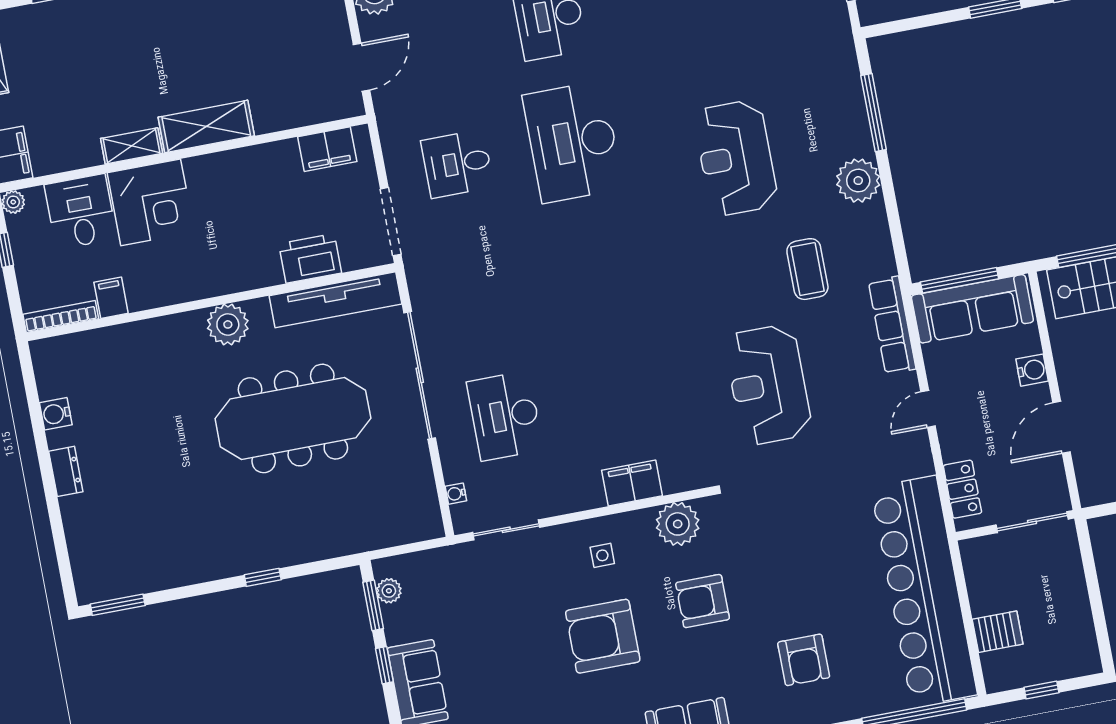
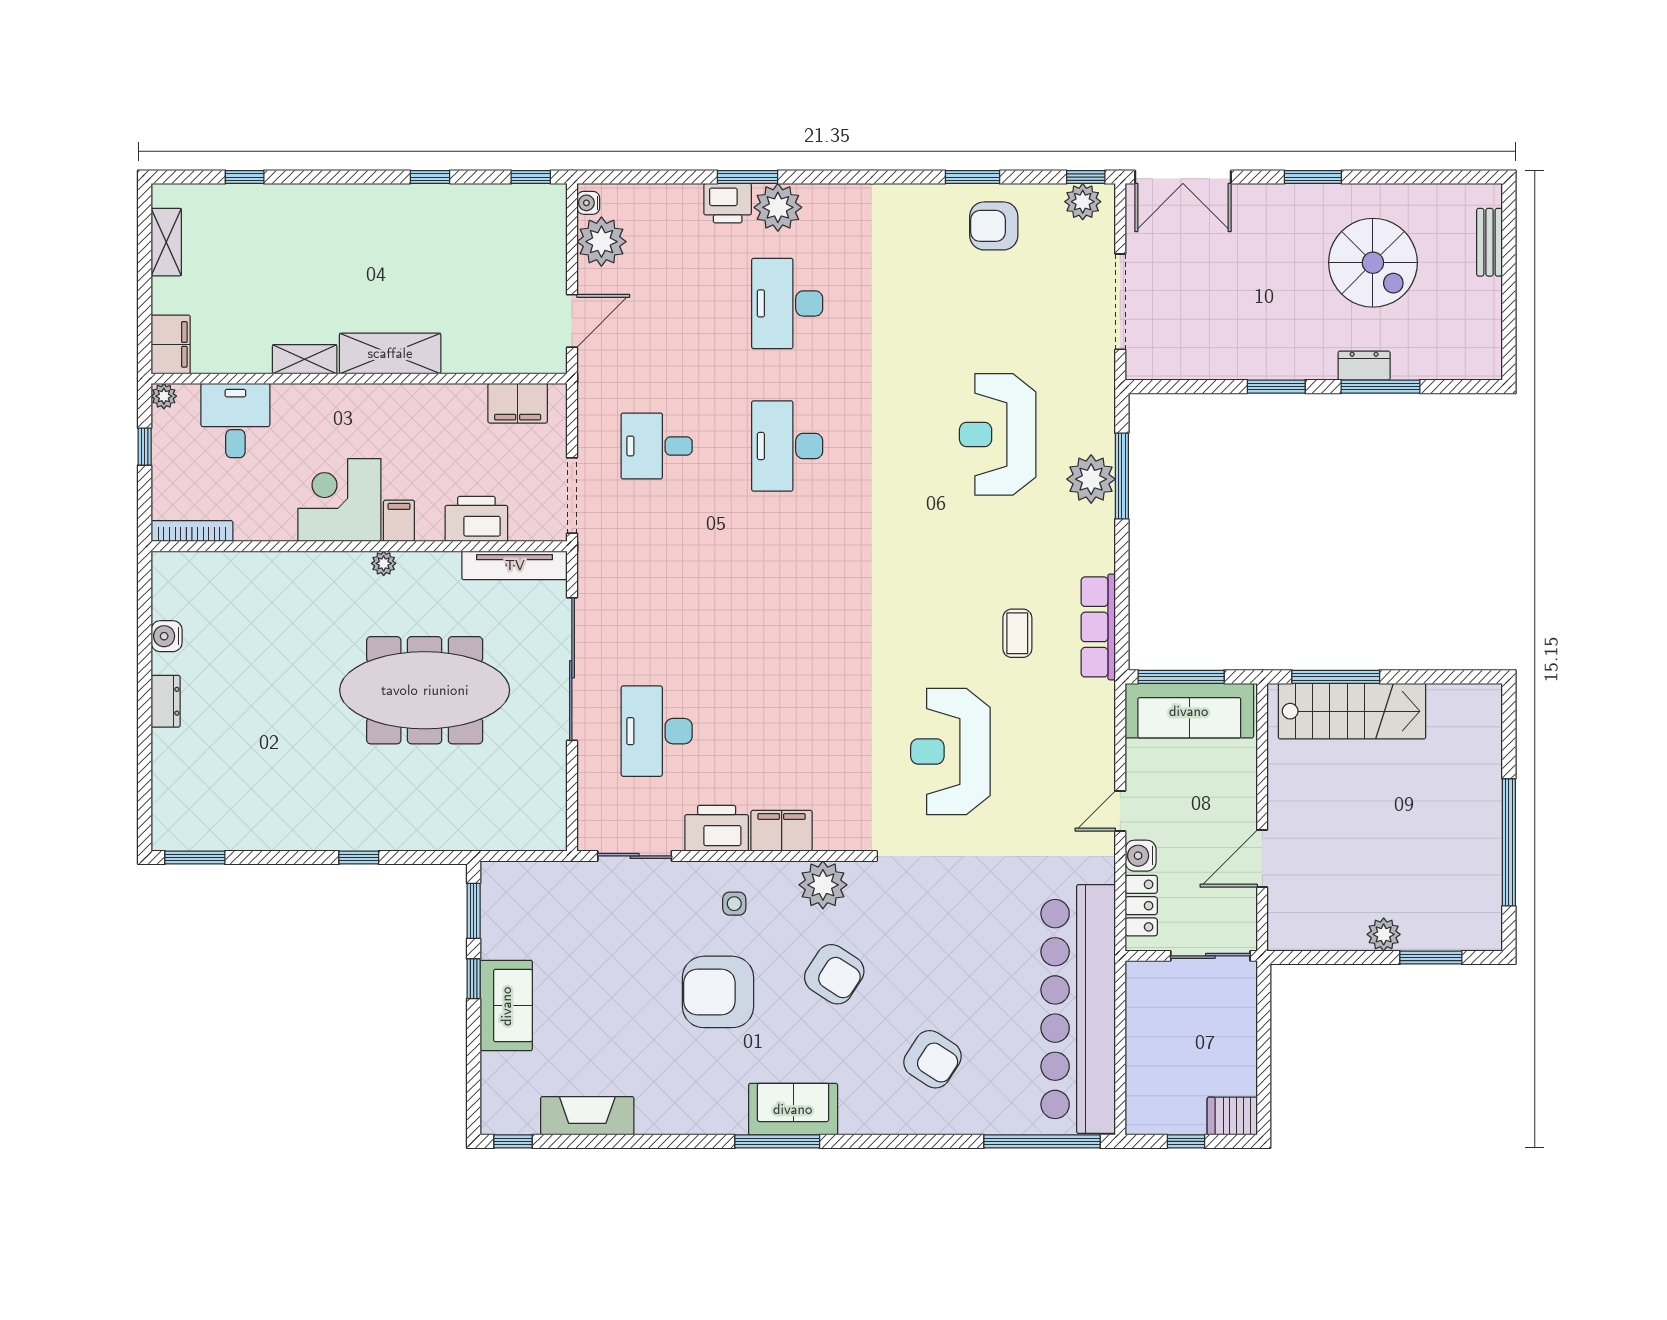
desk: (573, 142) -> (787, 446), width x0.73, depth x0.77
reception desk: (736, 158) -> (998, 434), moved
plant: (858, 181) -> (1091, 479), moved
corner desk: (151, 202) -> (339, 500), moved, turned 180
coffee table: (807, 269) -> (1017, 633), width x0.73, depth x0.77
filing cabinet: (111, 298) -> (399, 521), moved
tv unit: (335, 300) -> (515, 565), width x0.73, depth x0.78
plant: (228, 324) -> (384, 563), width x0.53, depth x0.53
row of seats: (892, 325) -> (1098, 627), moved
water cooler: (1032, 370) -> (1141, 856), moved, turned 180
printer: (574, 492) -> (717, 828), added
water cooler: (456, 494) -> (587, 806), removed
plant: (389, 591) -> (494, 898), removed
armchair: (703, 601) -> (834, 974), turned -147
server rack: (998, 632) -> (1232, 1116), moved, turned 180
armchair: (804, 660) -> (933, 1059), turned -57

